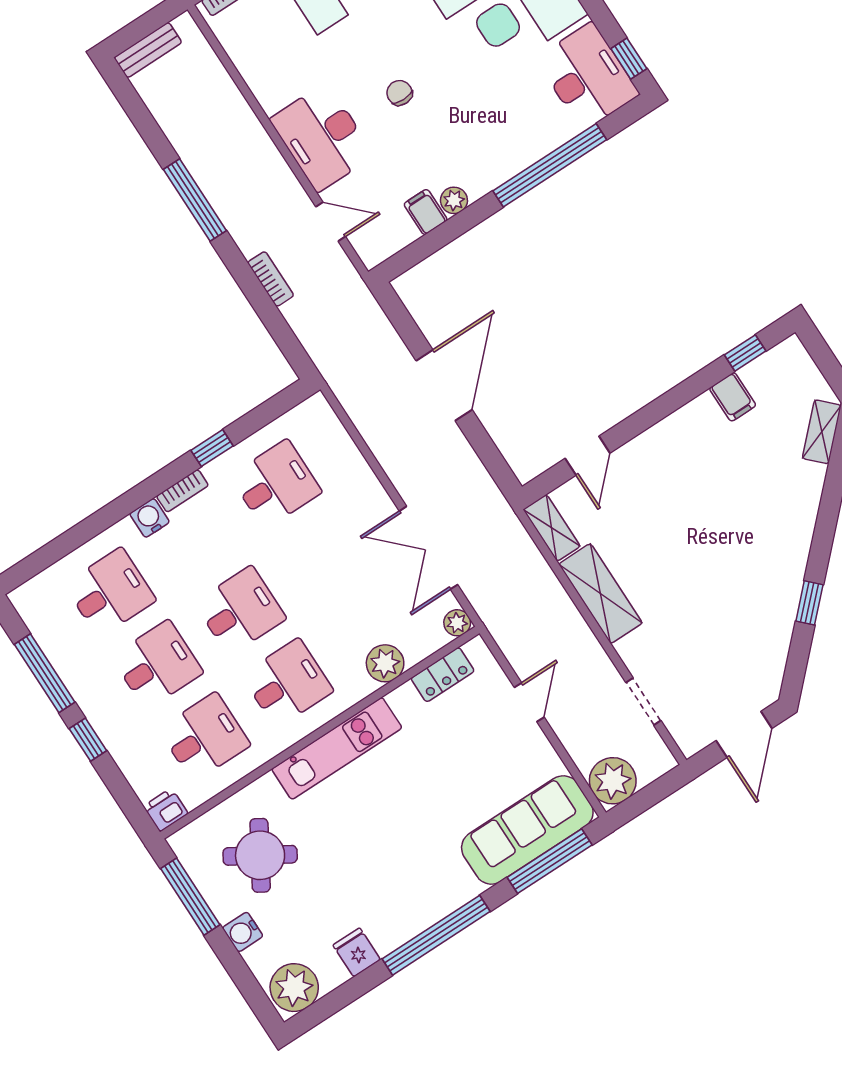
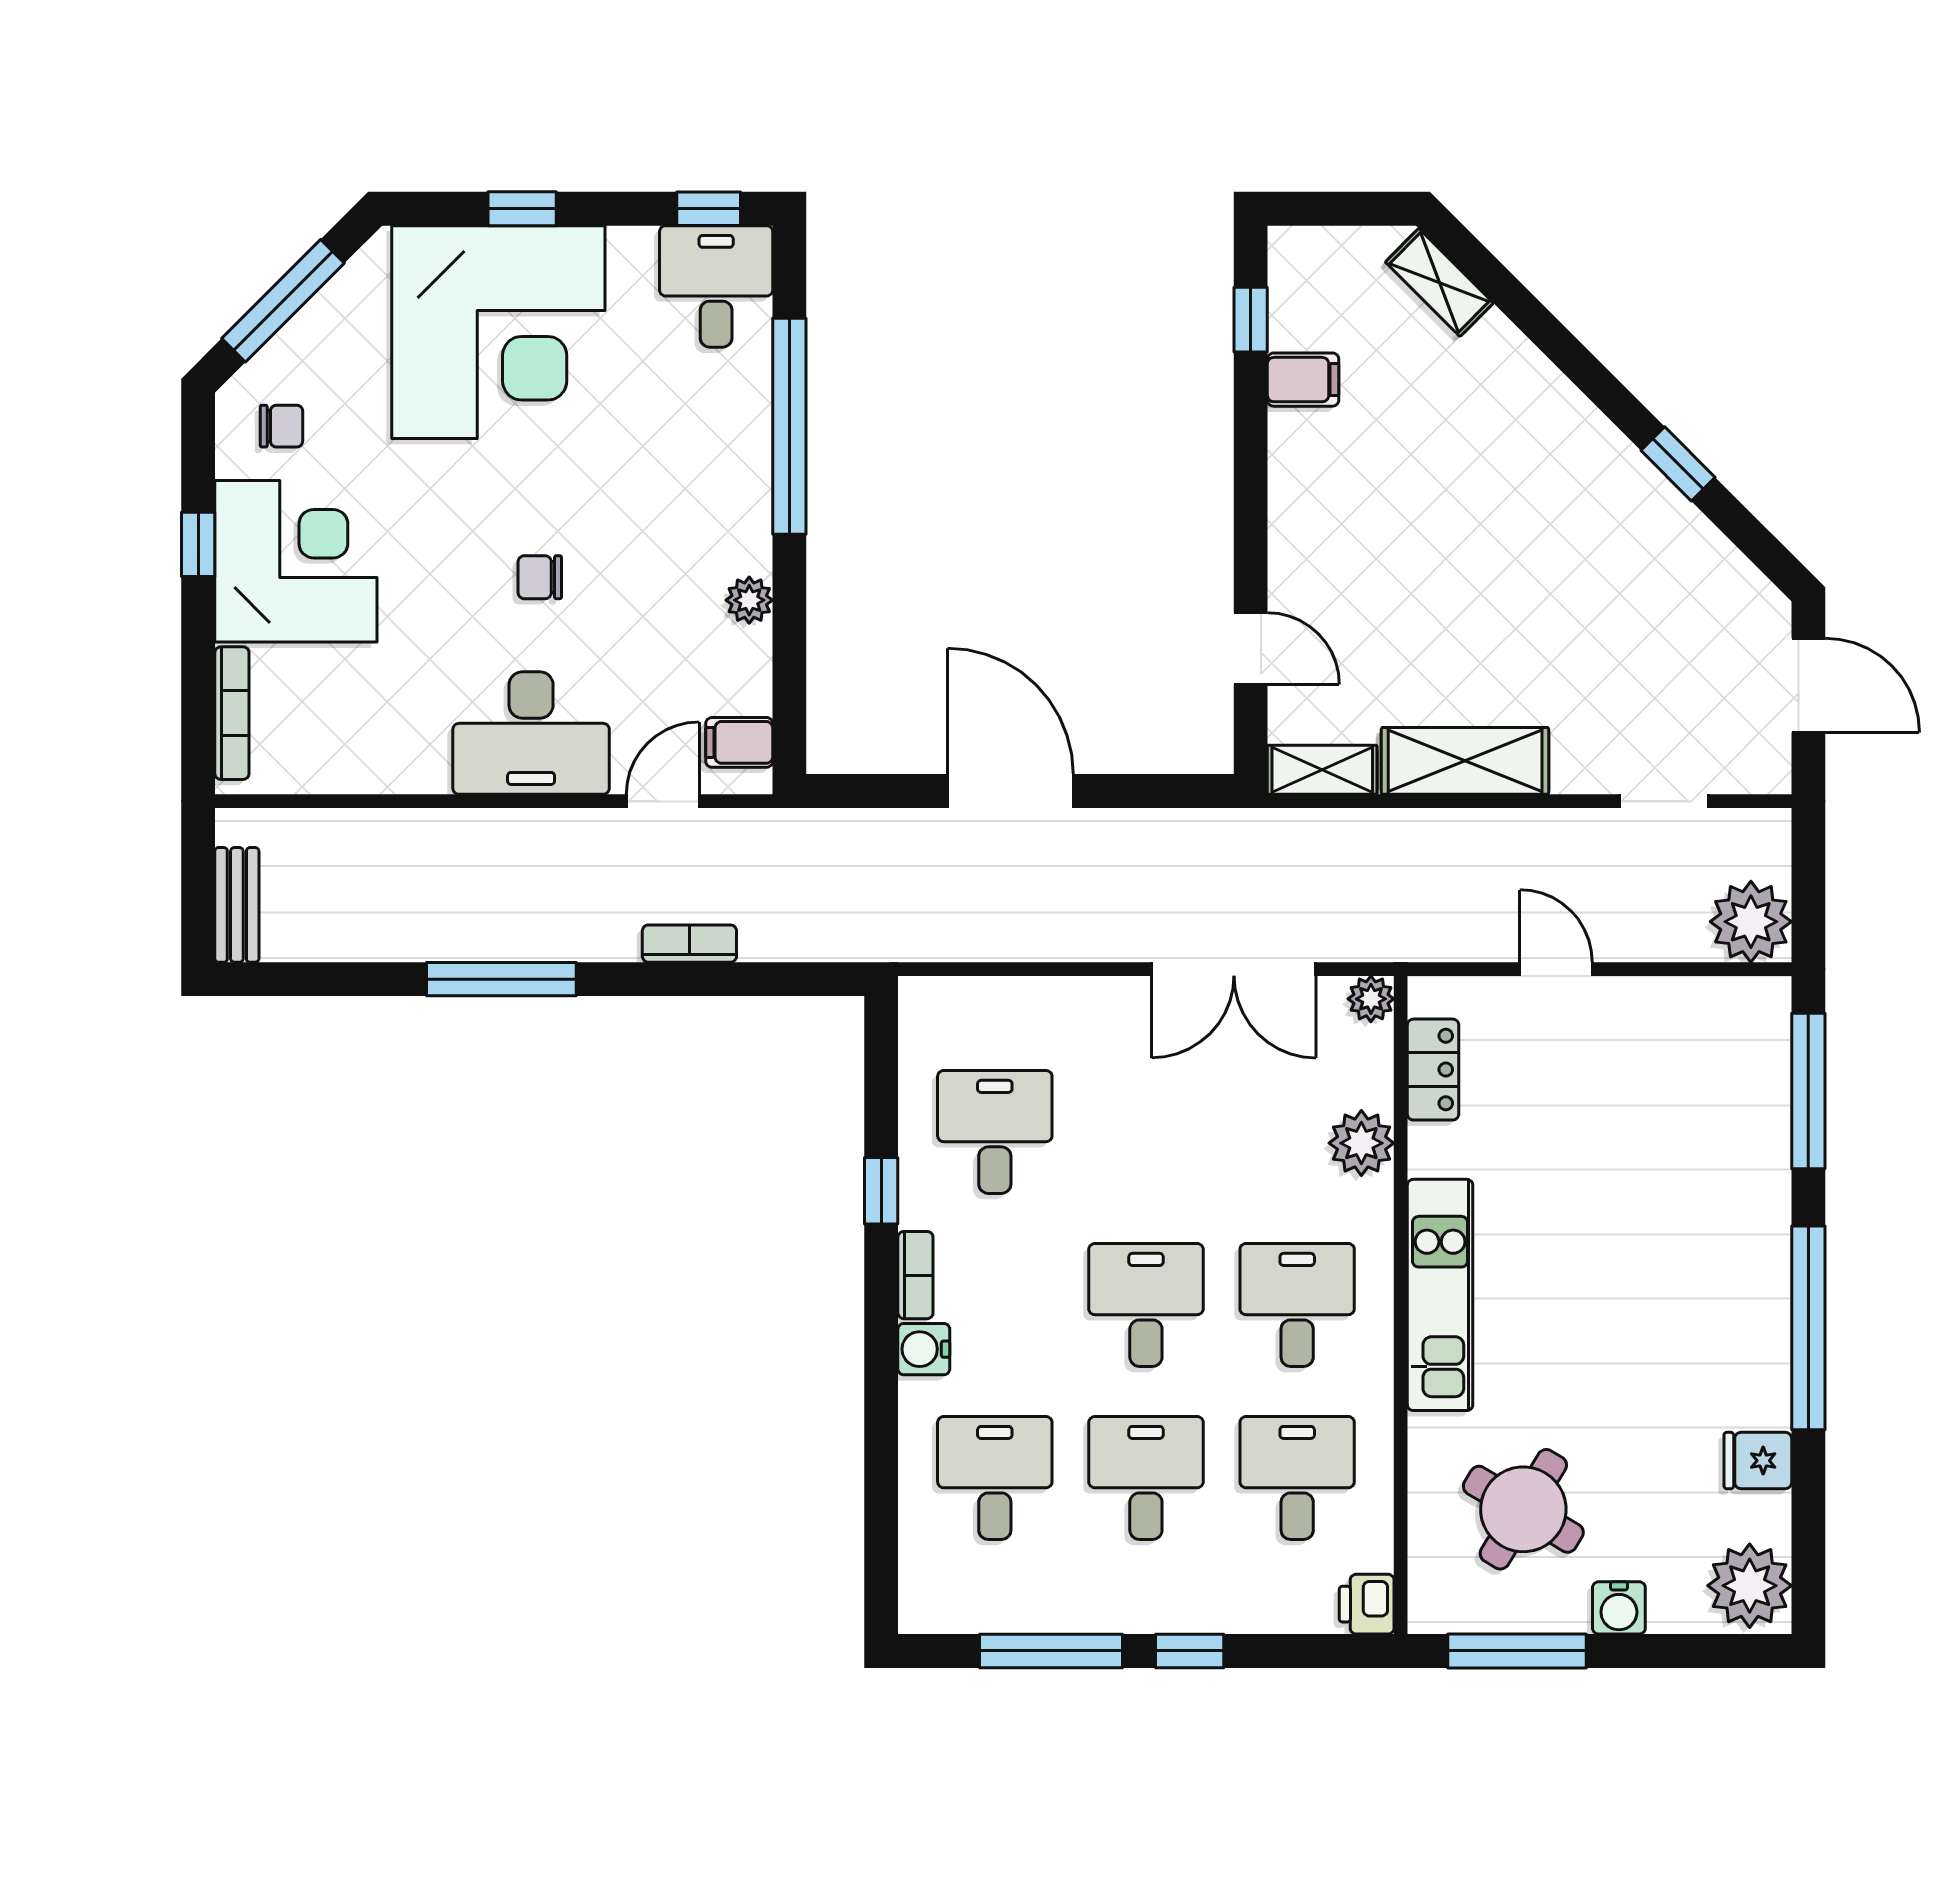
desk: (587, 76) -> (716, 286), width x0.73
filing cabinet: (426, 212) -> (739, 742), moved
sofa: (527, 830) -> (1741, 1094), removed

